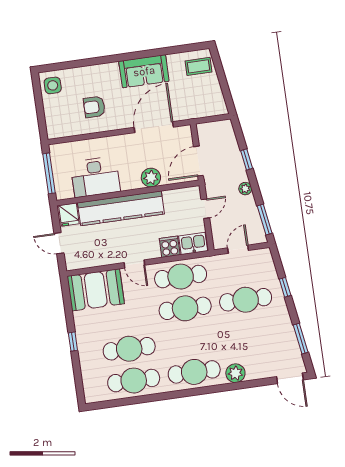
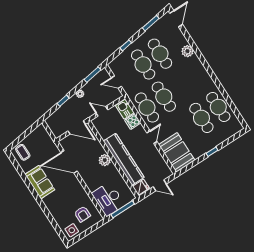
armchair: (94, 107) -> (82, 214), moved
desk: (95, 177) -> (108, 199), moved, turned 180
plant: (151, 178) -> (105, 160), moved
door: (59, 243) -> (160, 185), hinge flipped
cafe table: (194, 372) -> (160, 54), moved

